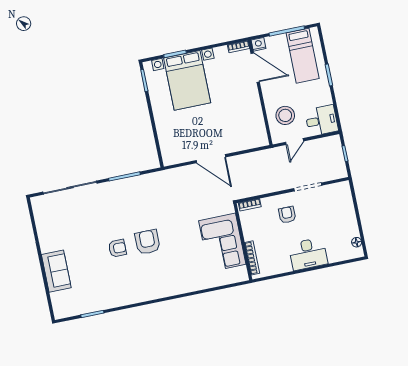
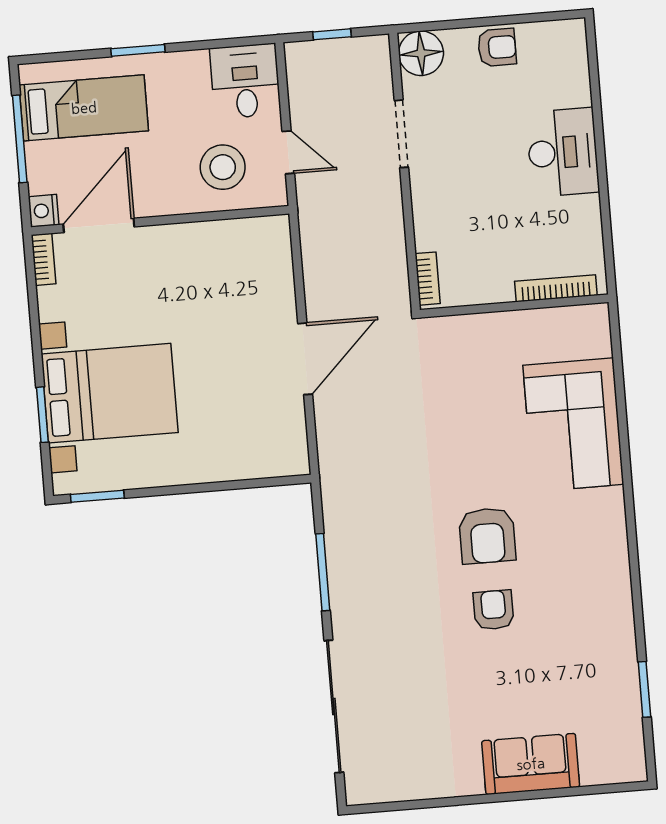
armchair: (287, 215) -> (497, 47), moved, turned 180
armchair: (147, 242) -> (487, 536), turned -90
corner sofa: (222, 242) -> (573, 425), moved, turned 90
floor lamp: (357, 242) -> (421, 53), moved, width x1.89, depth x1.89

